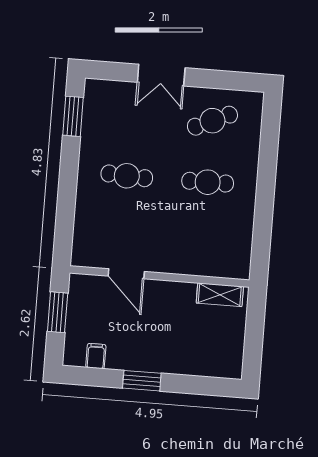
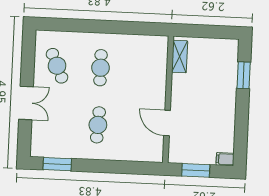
door: (126, 274) -> (167, 123), swing flipped
filing cabinet: (96, 356) -> (225, 159), moved
window: (142, 381) -> (244, 75), moved

